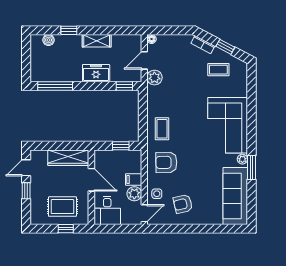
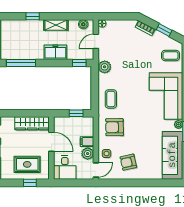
boiler: (49, 40) -> (83, 24), moved
coffee table: (218, 70) -> (171, 56), moved
plant: (154, 78) -> (105, 67), moved

